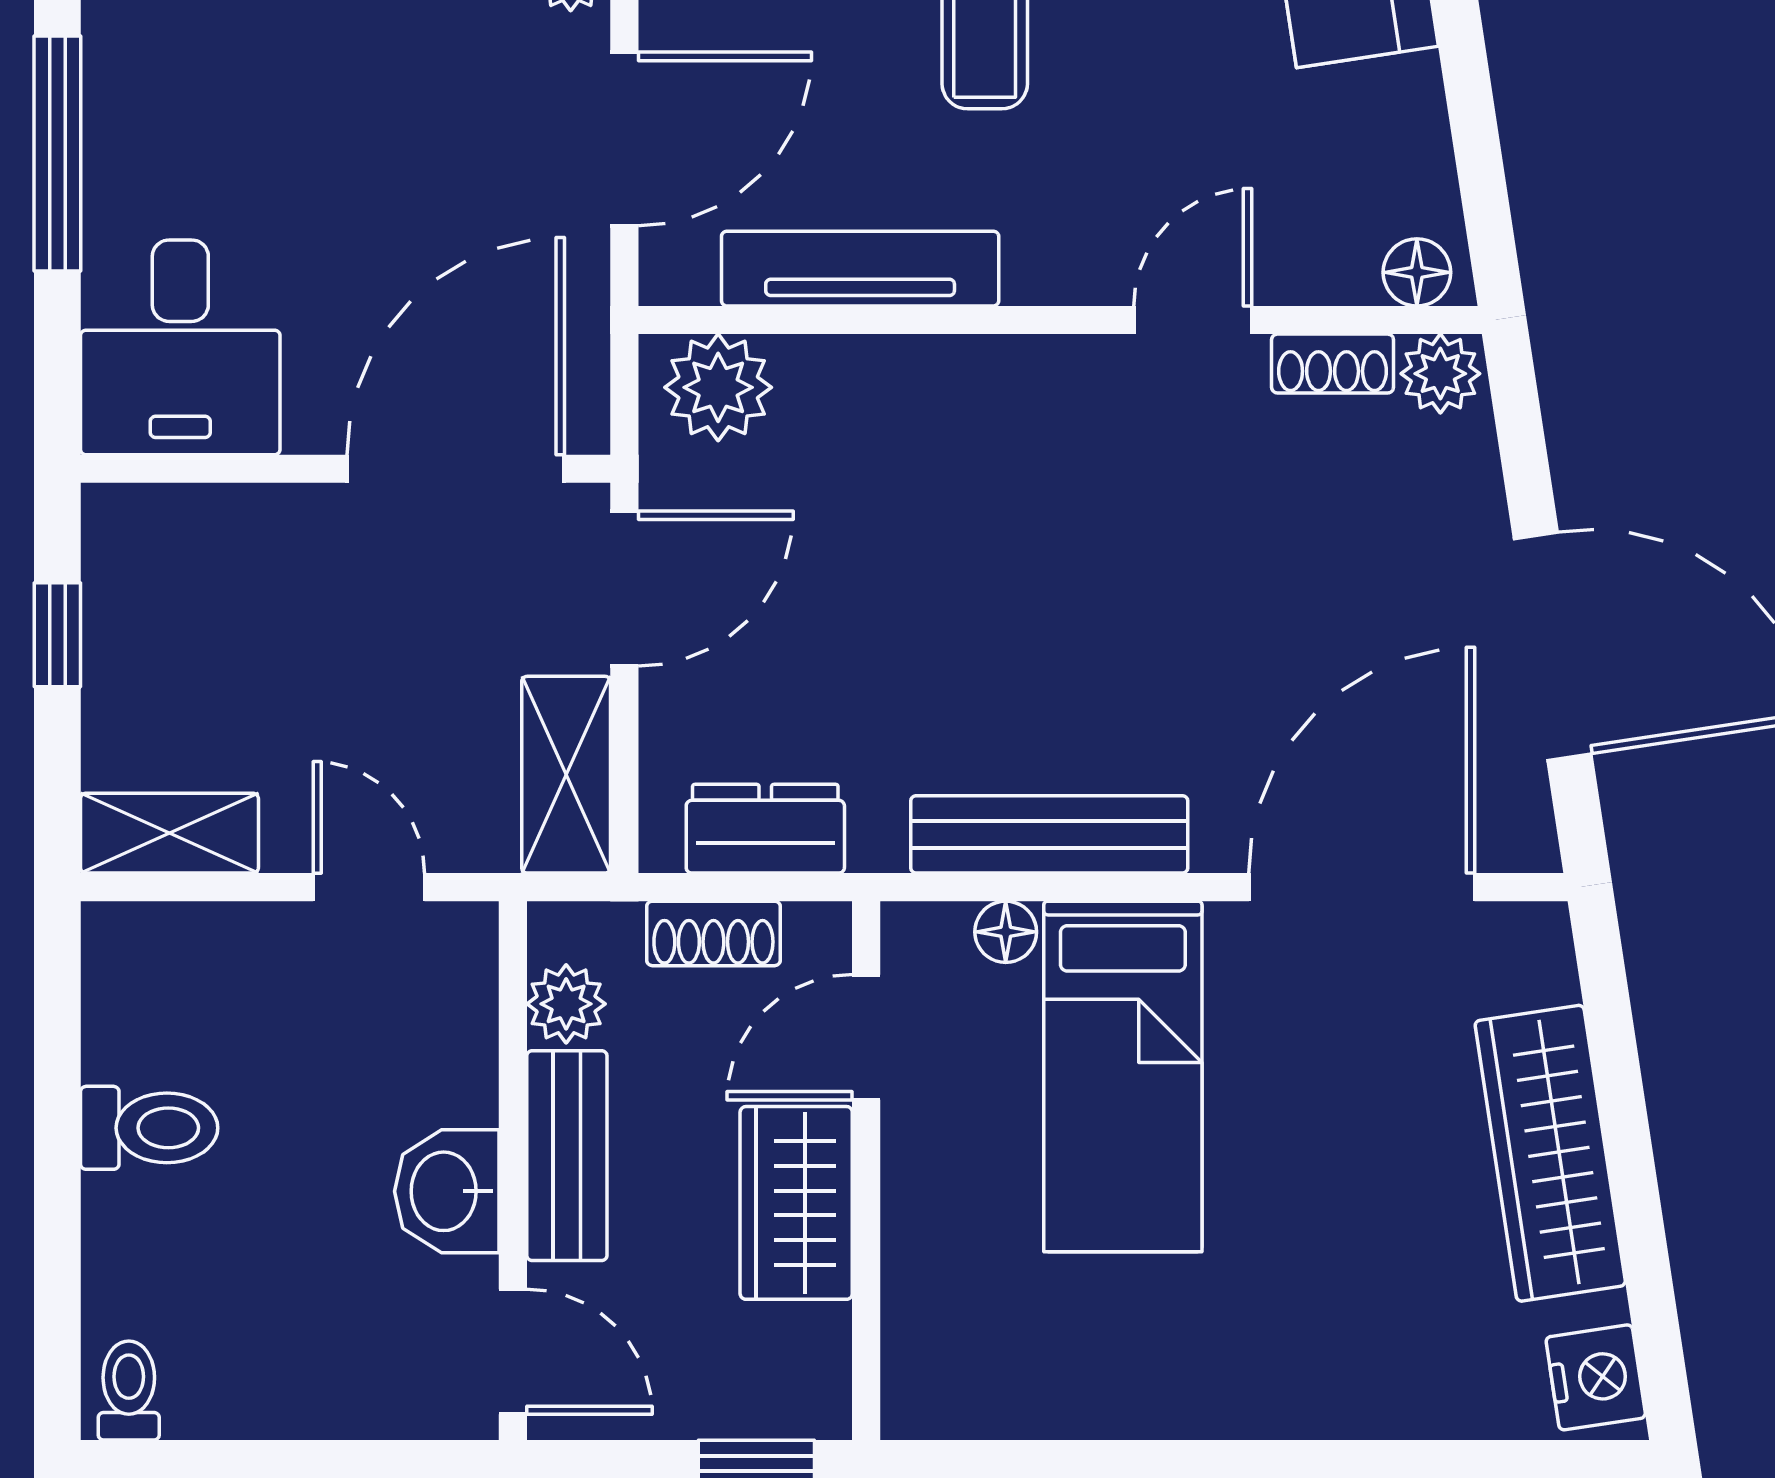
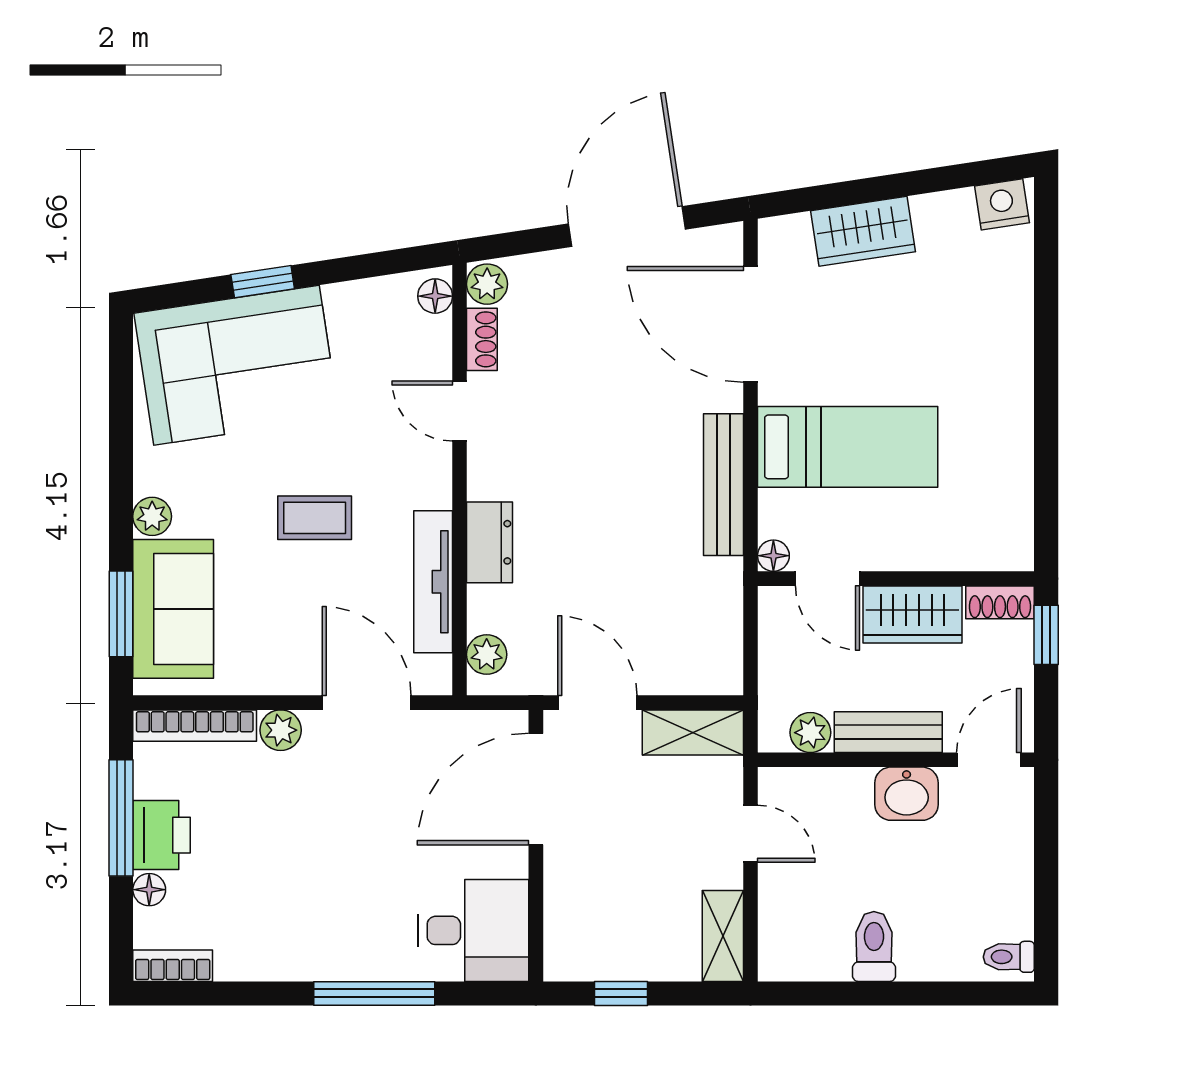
plant: (718, 387) -> (487, 654), width x0.73, depth x0.73
door: (456, 469) -> (536, 789), hinge flipped
dresser: (765, 829) -> (490, 542), moved, turned 180
door: (369, 887) -> (750, 834), swing flipped
floor lamp: (1006, 932) -> (773, 556), moved
shoe rack: (713, 933) -> (1000, 602), moved, turned 90
wardrobe: (1550, 1153) -> (863, 231), width x0.67

